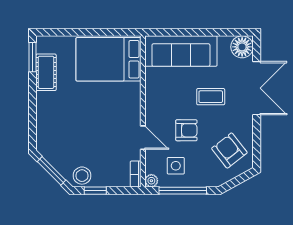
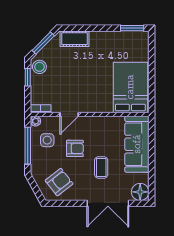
cot: (46, 72) -> (74, 39), moved
armchair: (186, 130) -> (75, 148), turned -90

